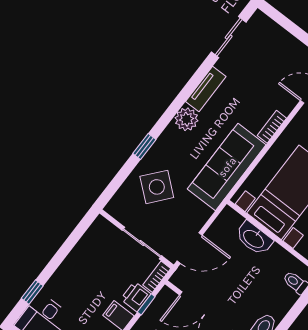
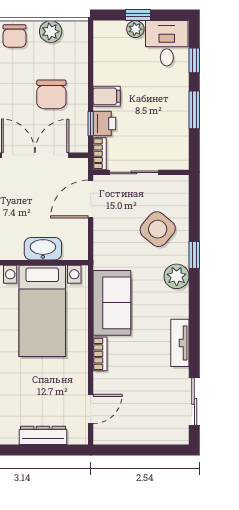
plant: (186, 119) -> (177, 276), moved
sofa: (227, 167) -> (112, 303), width x0.73
window: (61, 255) -> (194, 110), added

